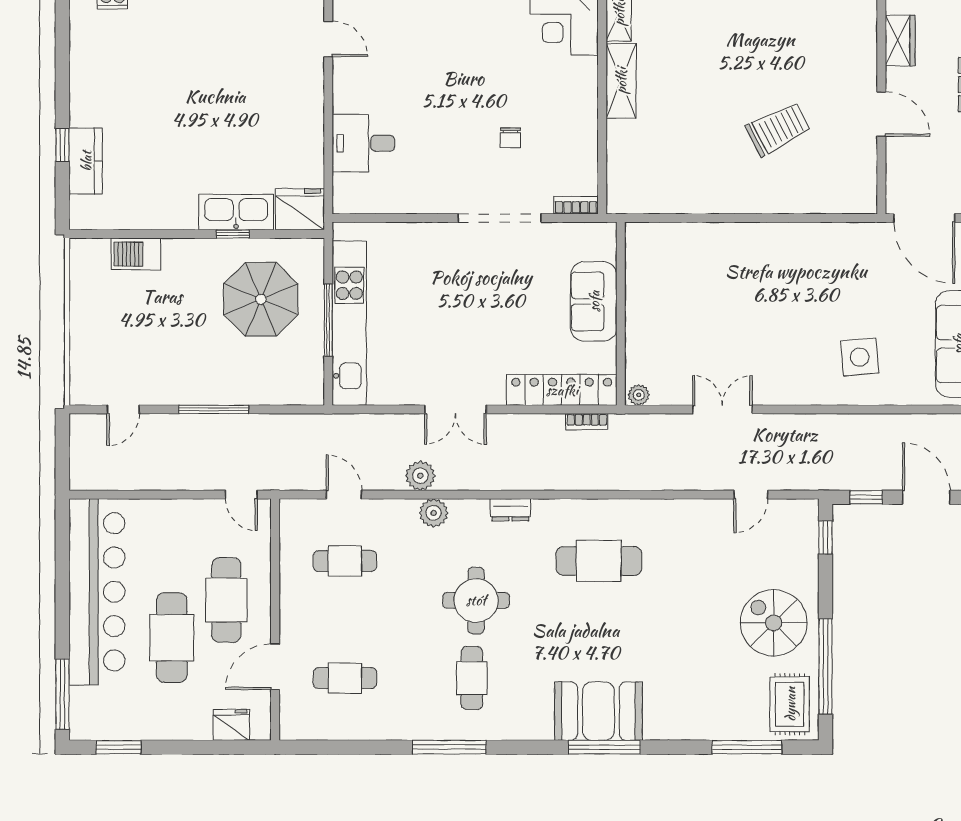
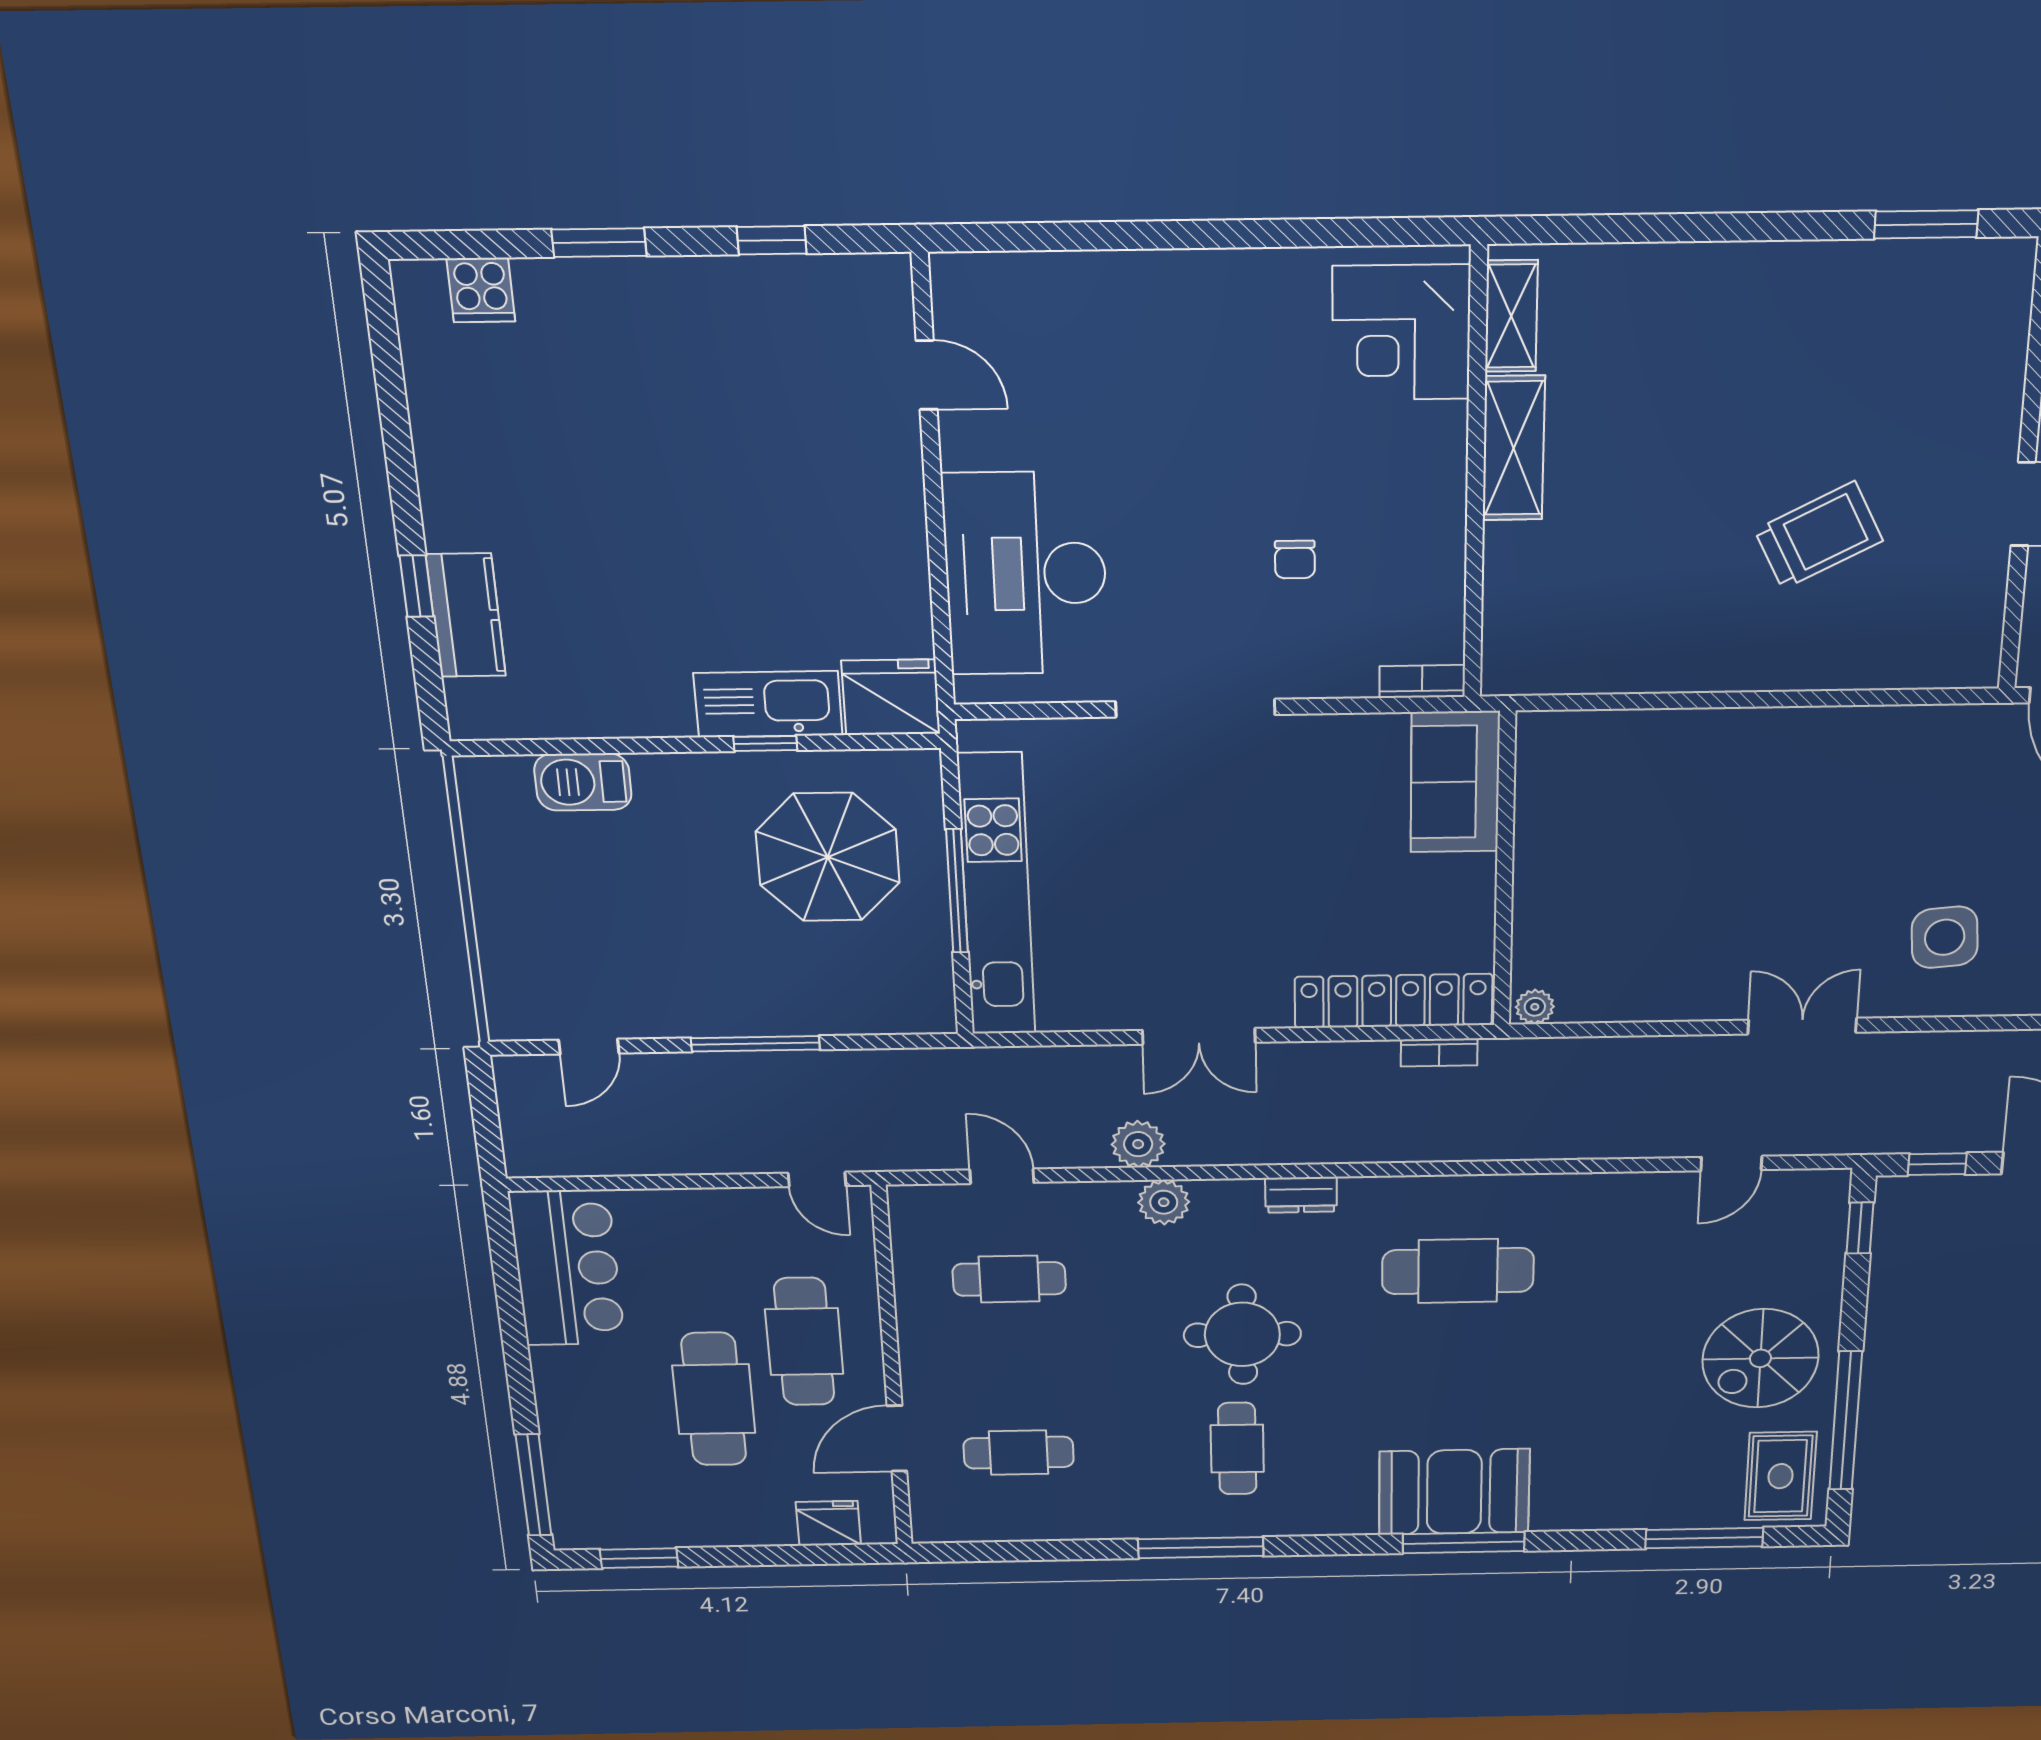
desk: (363, 143) -> (1026, 574), width x1.87, depth x1.30
doorway: (500, 218) -> (1195, 708), moved
sofa: (594, 301) -> (1455, 782), moved
double door: (722, 409) -> (1802, 1026), moved
bar counter: (97, 592) -> (567, 1268), width x0.54
spiral stairs: (774, 623) -> (1760, 1358), turned -90

